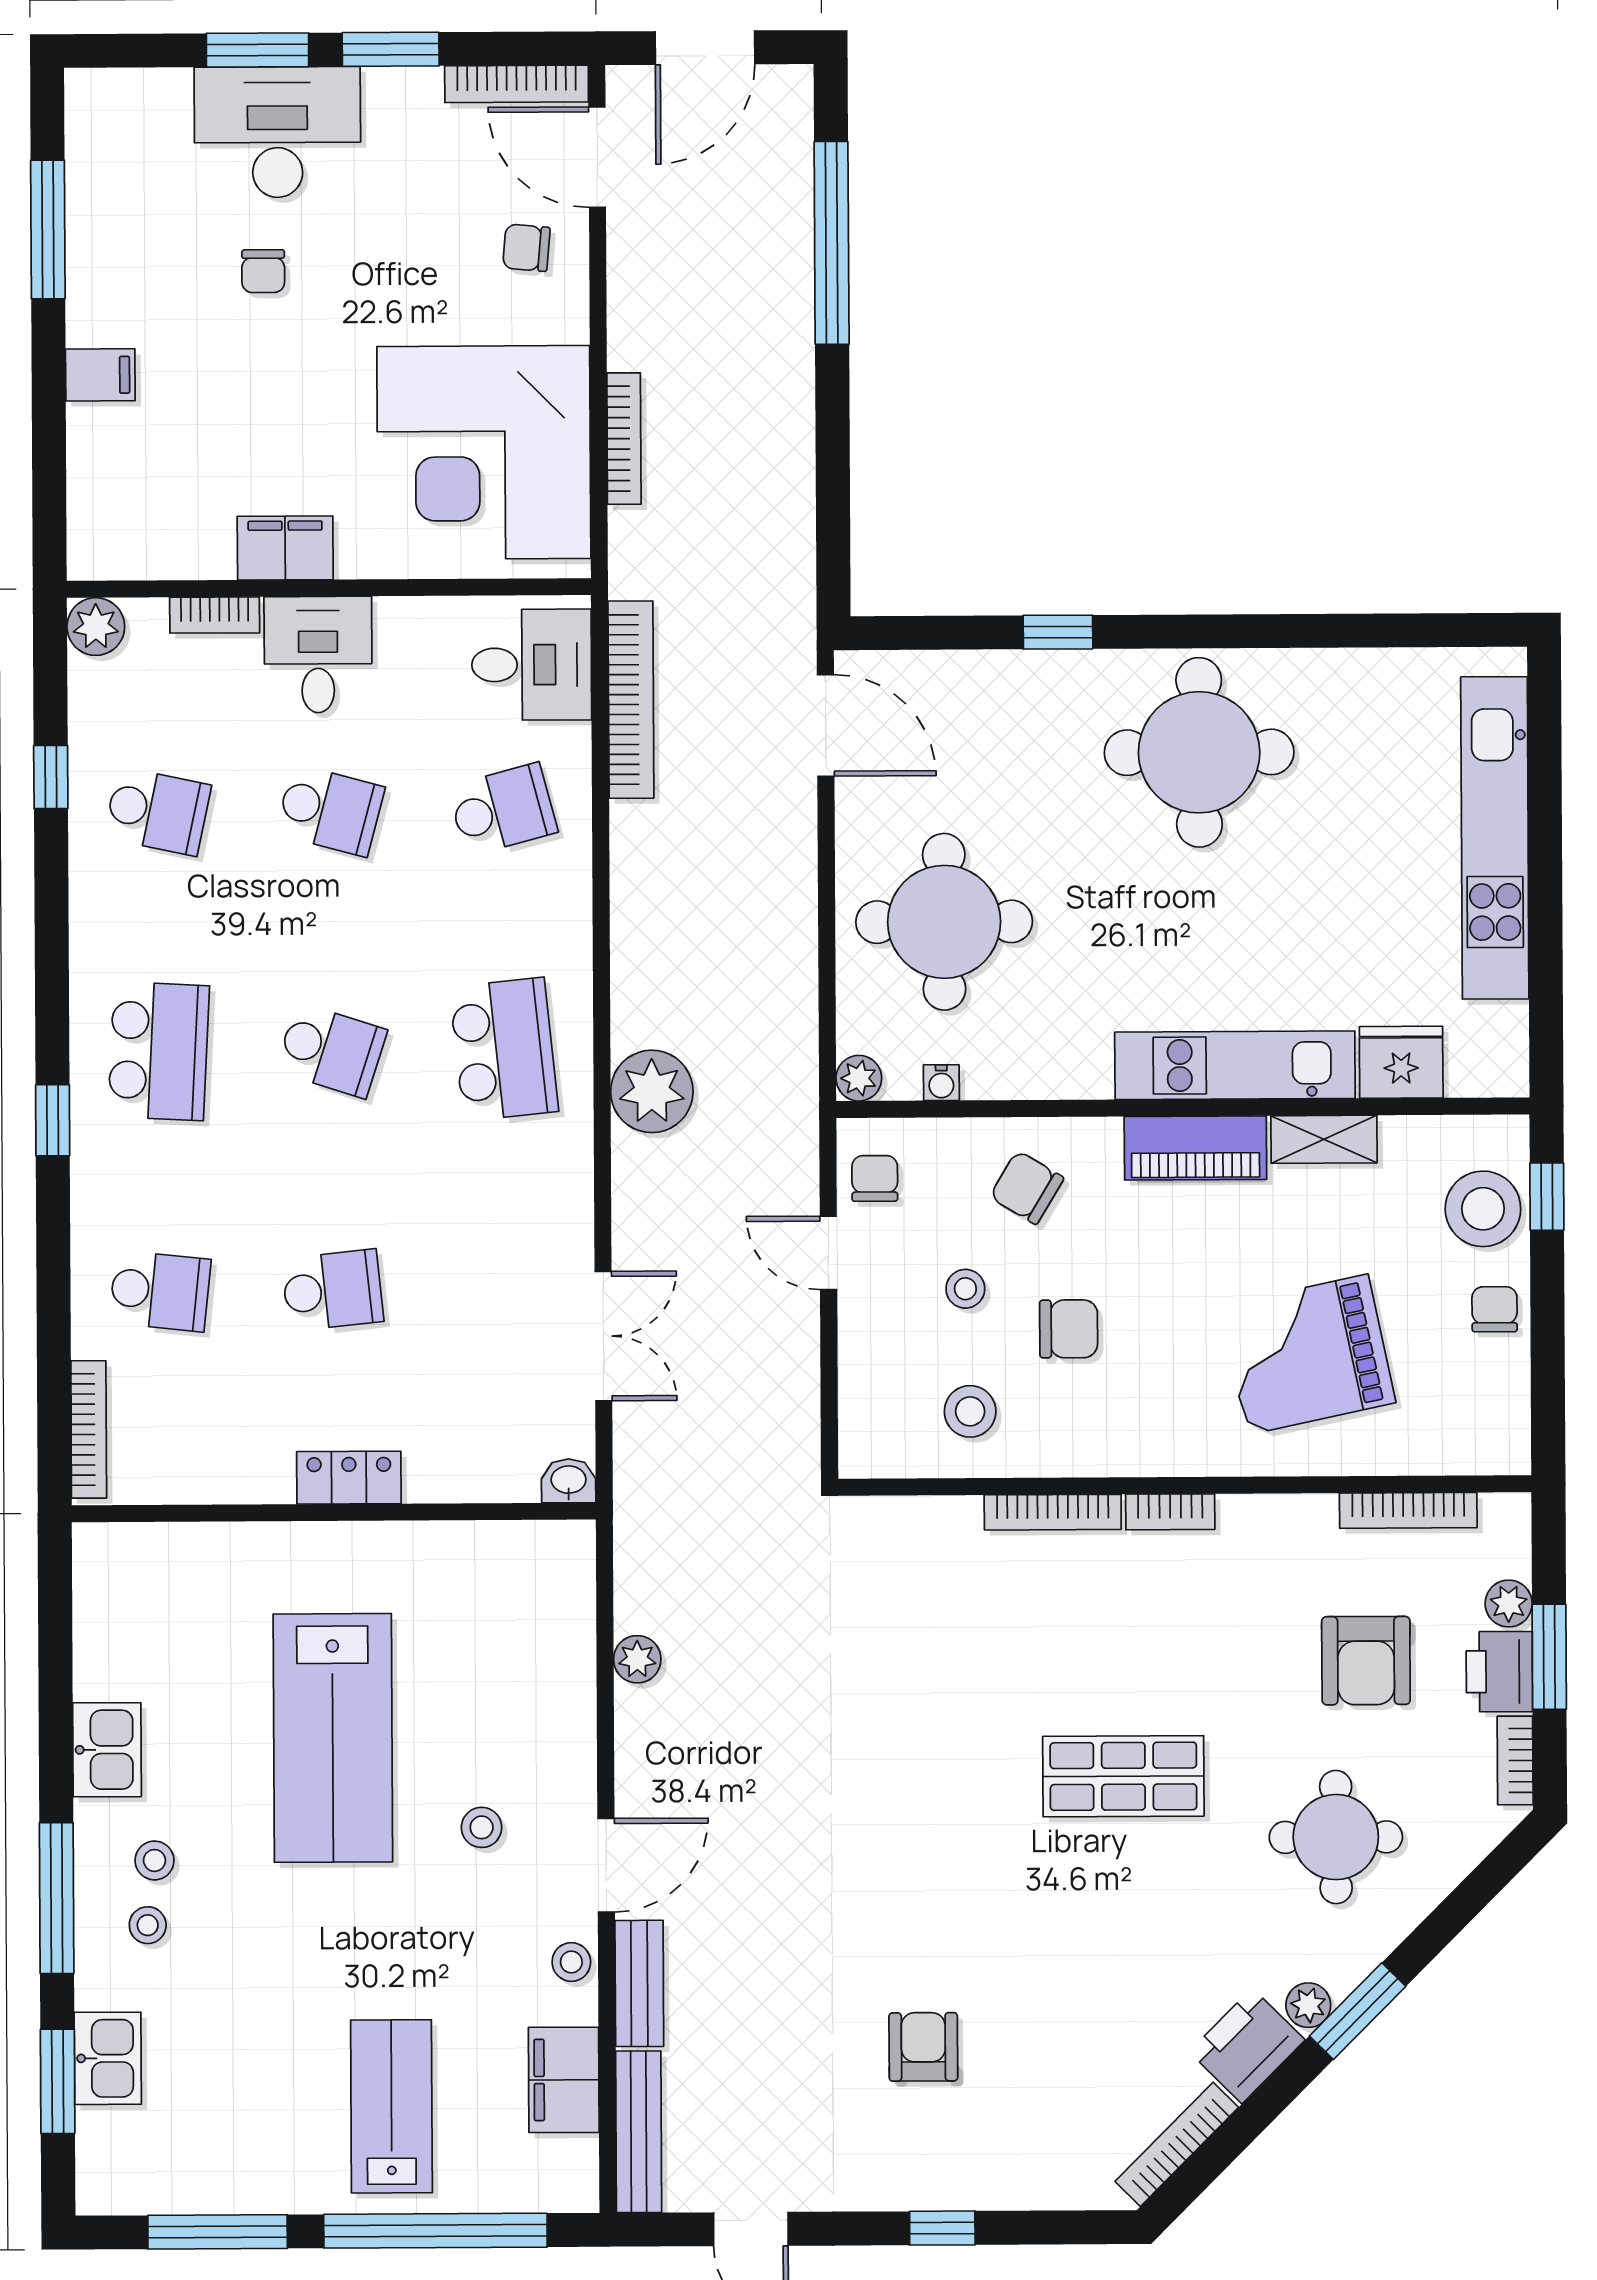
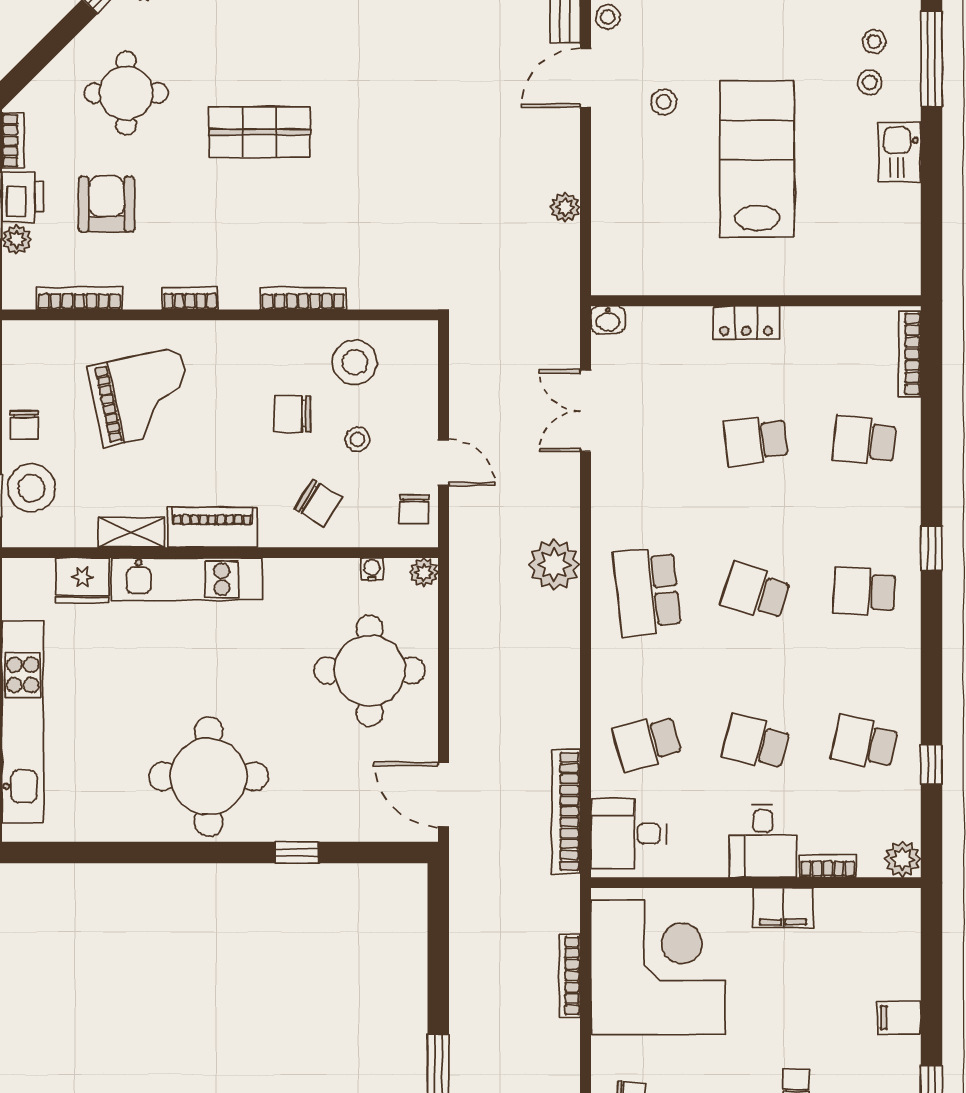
school desk: (159, 1051) -> (864, 592), width x0.54
stool: (970, 1411) -> (355, 362), width x1.38, depth x1.38
bookcase: (1170, 1512) -> (190, 298), moved

